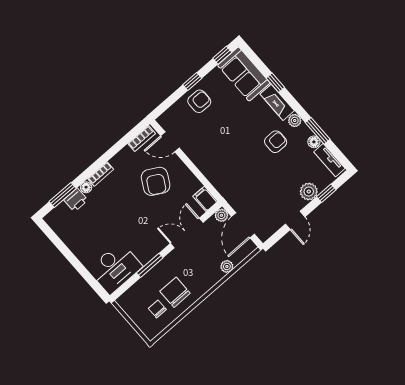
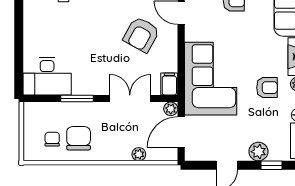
corner sofa: (231, 170) -> (211, 79), added

